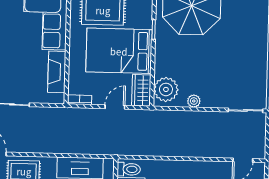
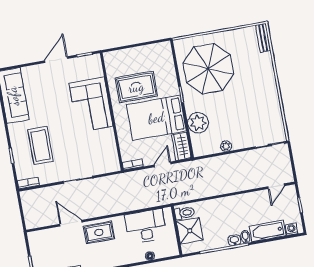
fireplace: (57, 72) -> (109, 146), removed
plant: (166, 89) -> (198, 123), moved

